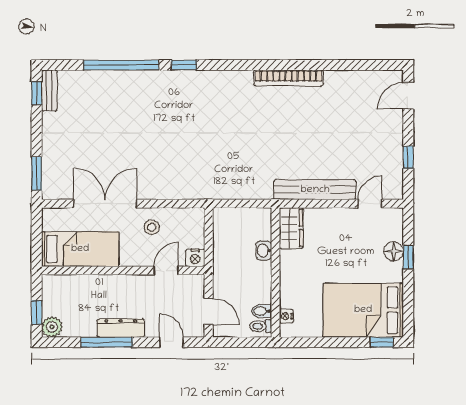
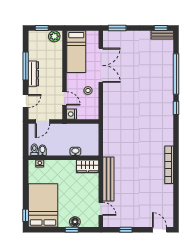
plant: (52, 327) -> (54, 36), moved

